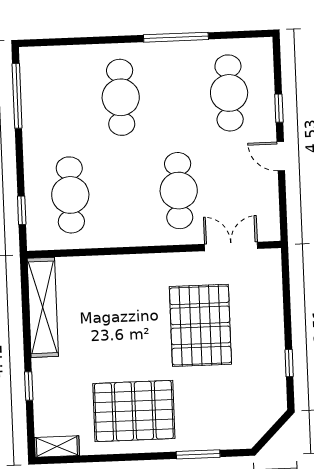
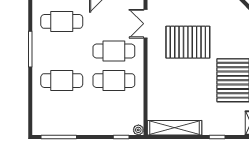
cafe table: (70, 195) -> (114, 81), moved
plant: (36, 241) -> (138, 130), added

